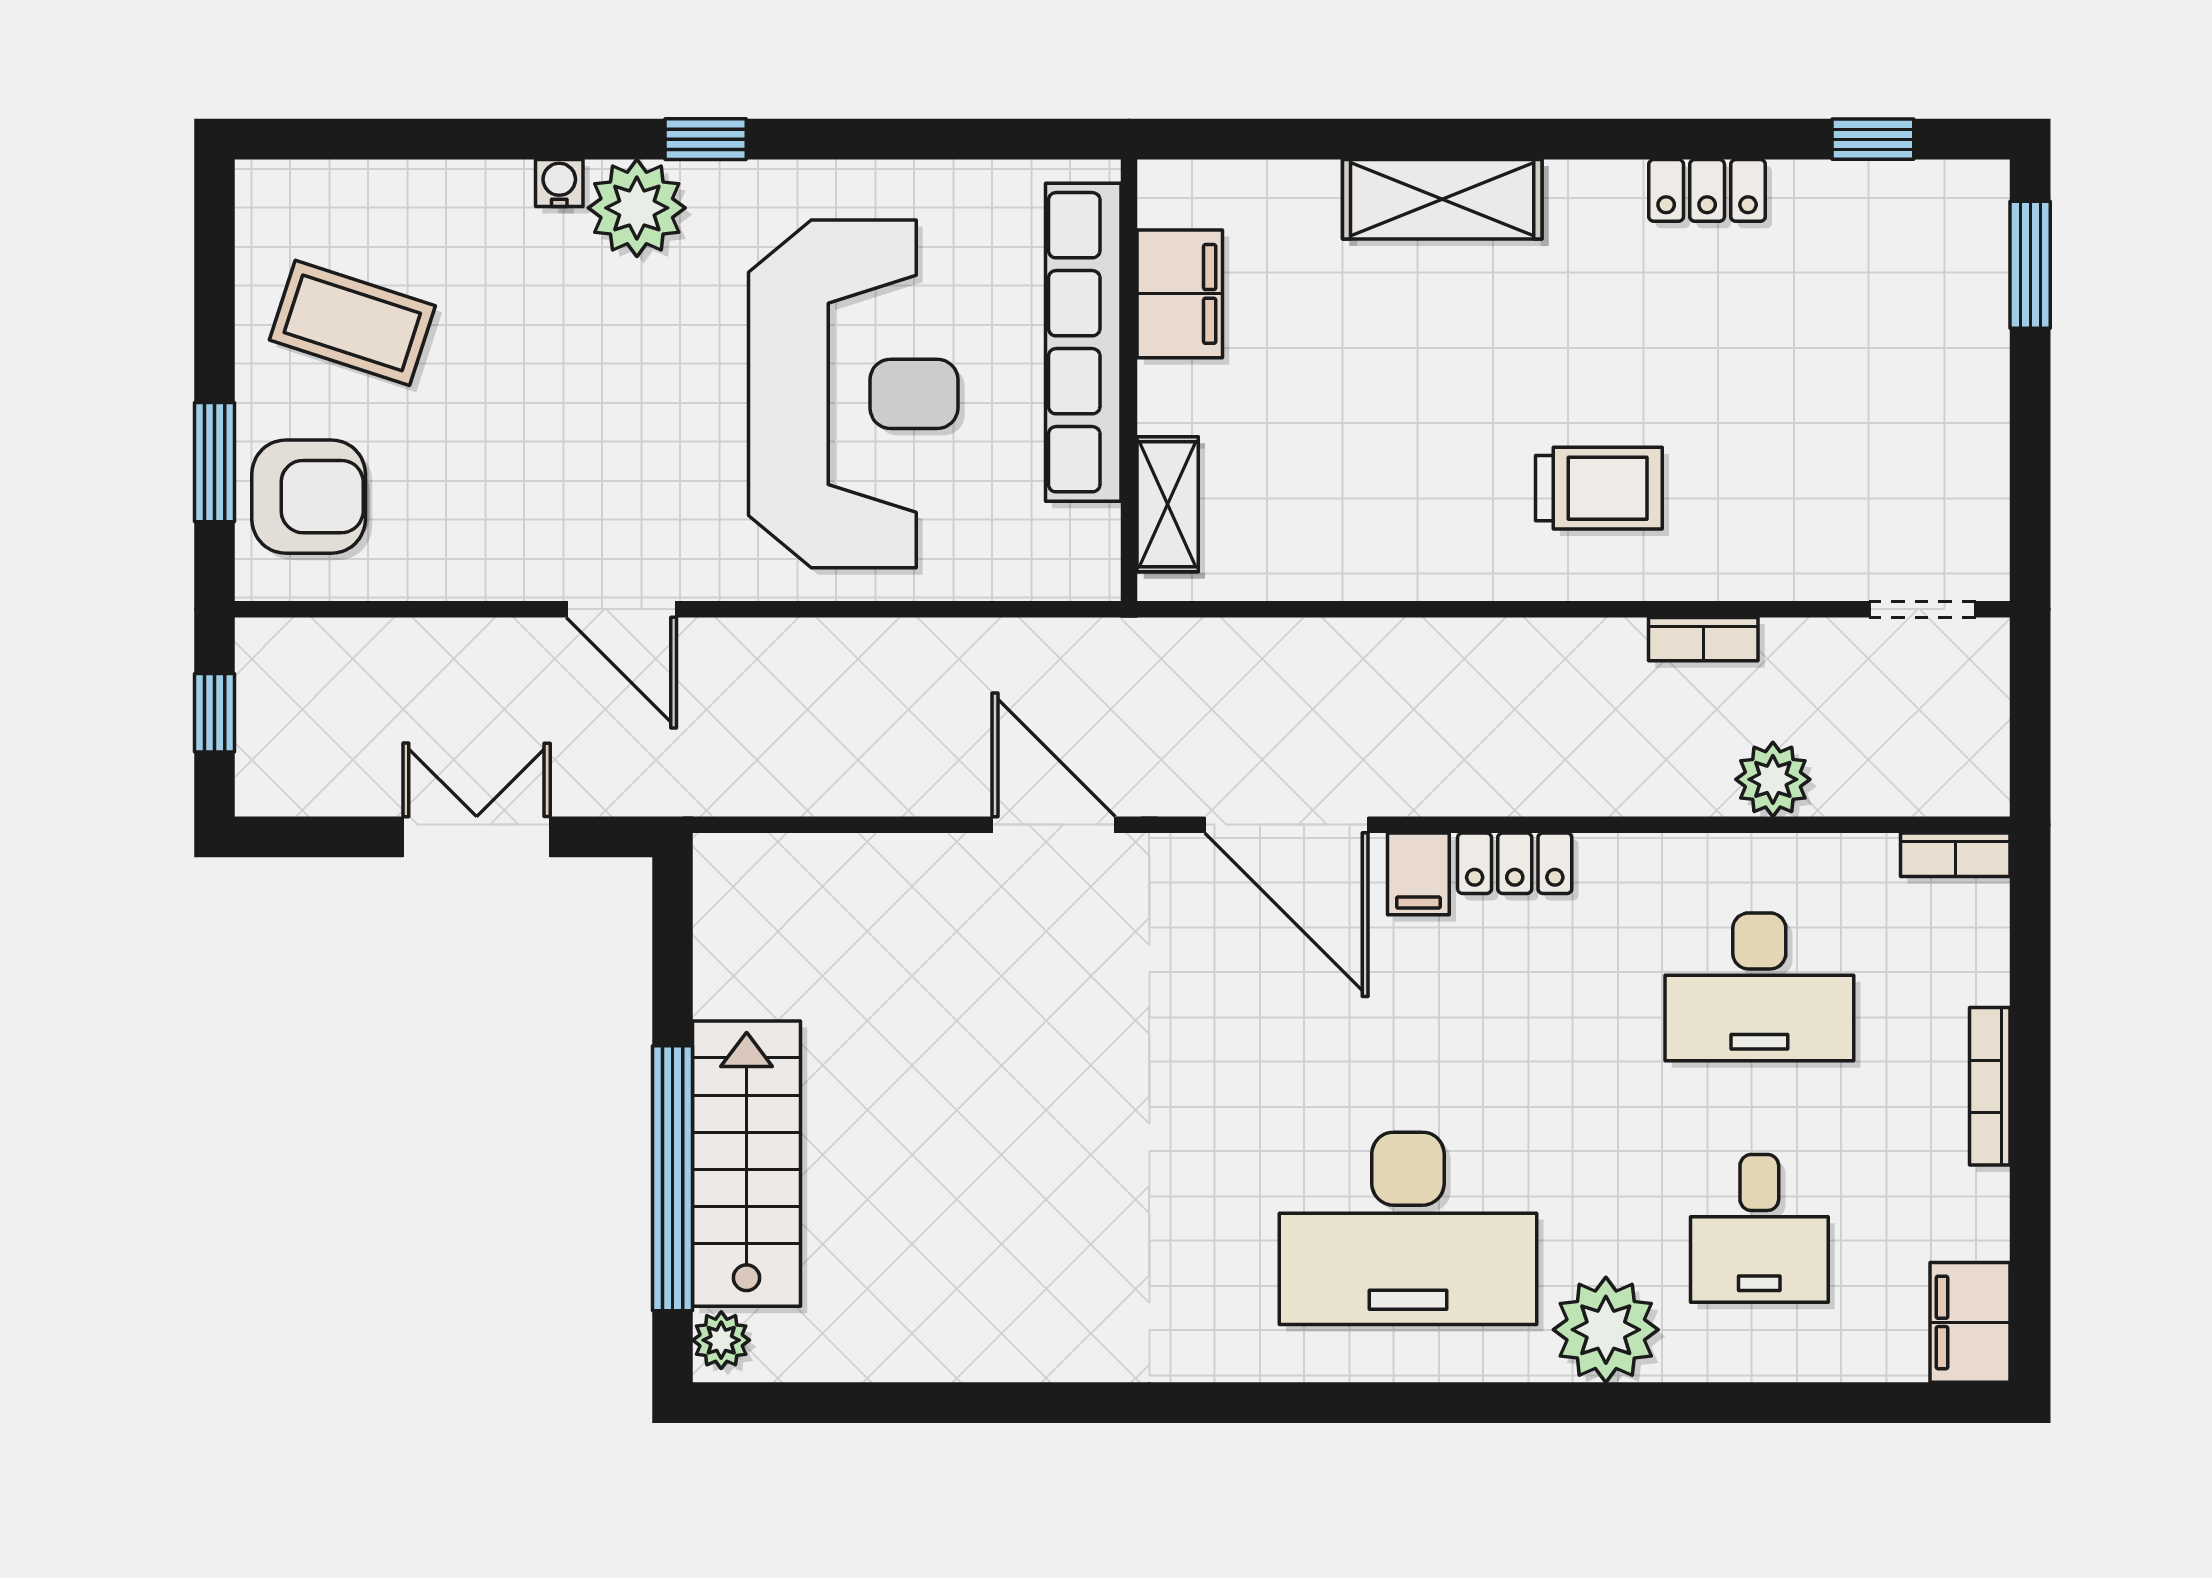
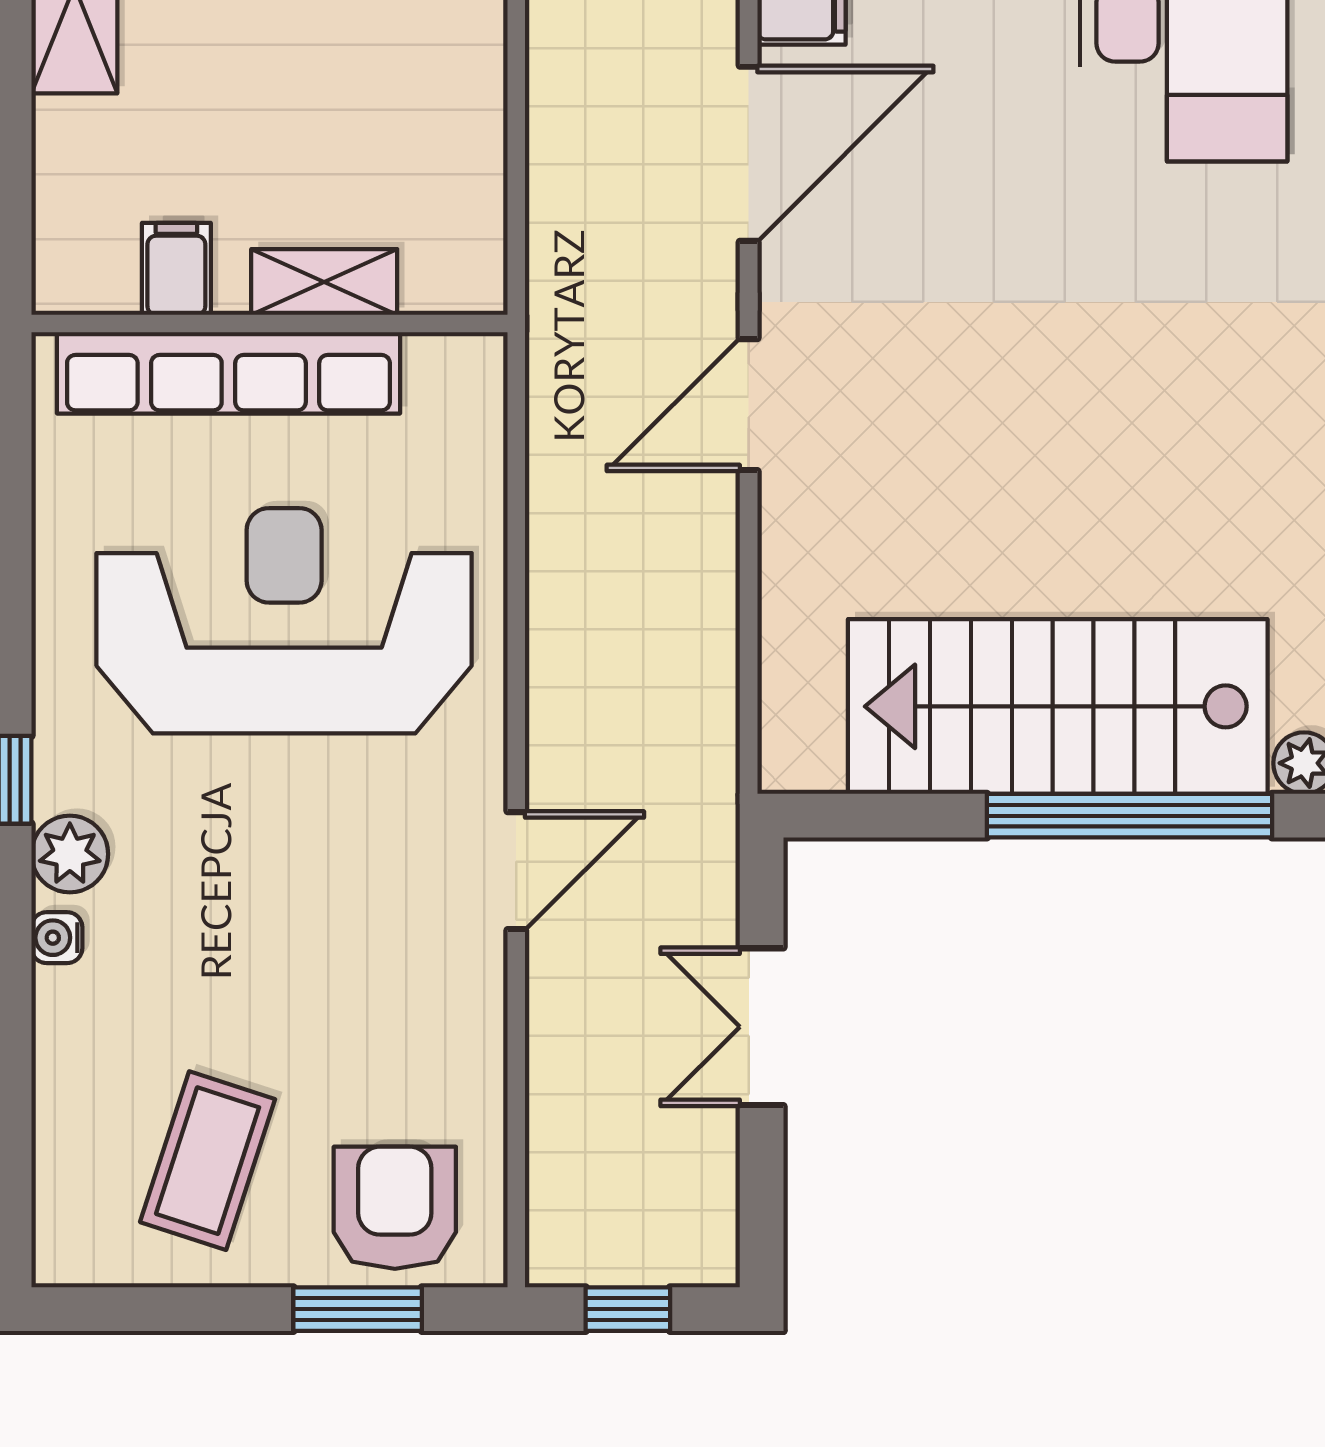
plant: (637, 208) -> (70, 854), width x0.73, depth x0.73
filing cabinet: (1180, 294) -> (176, 269), width x0.50
shelving: (1168, 504) -> (324, 282), moved
stairs: (747, 1164) -> (1058, 706), width x1.36, depth x1.51

